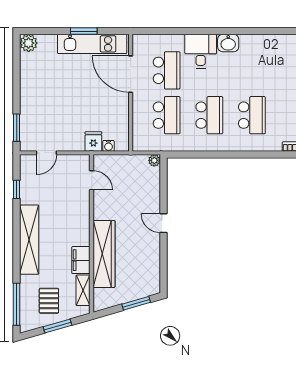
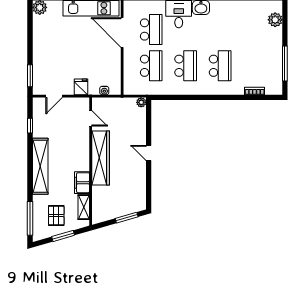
fridge: (93, 141) -> (81, 87), moved
wardrobe: (104, 254) -> (101, 158), moved

